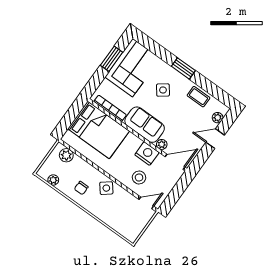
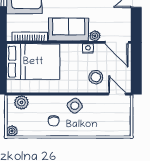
nightstand: (147, 154) -> (88, 49), width x0.53, depth x0.56
door: (175, 162) -> (117, 42), swing flipped
plant: (53, 180) -> (12, 131), moved
door: (146, 203) -> (117, 94), hinge flipped

